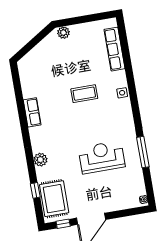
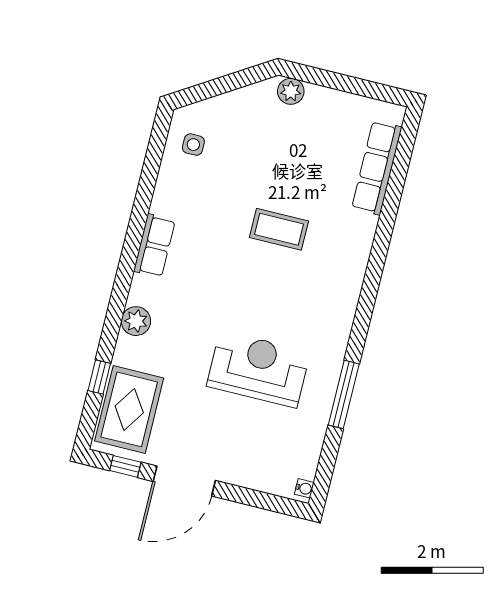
side table: (122, 93) -> (193, 145), moved
row of seats: (32, 112) -> (154, 246), moved

